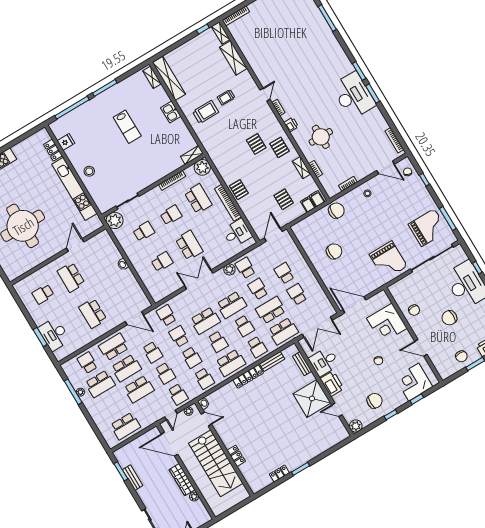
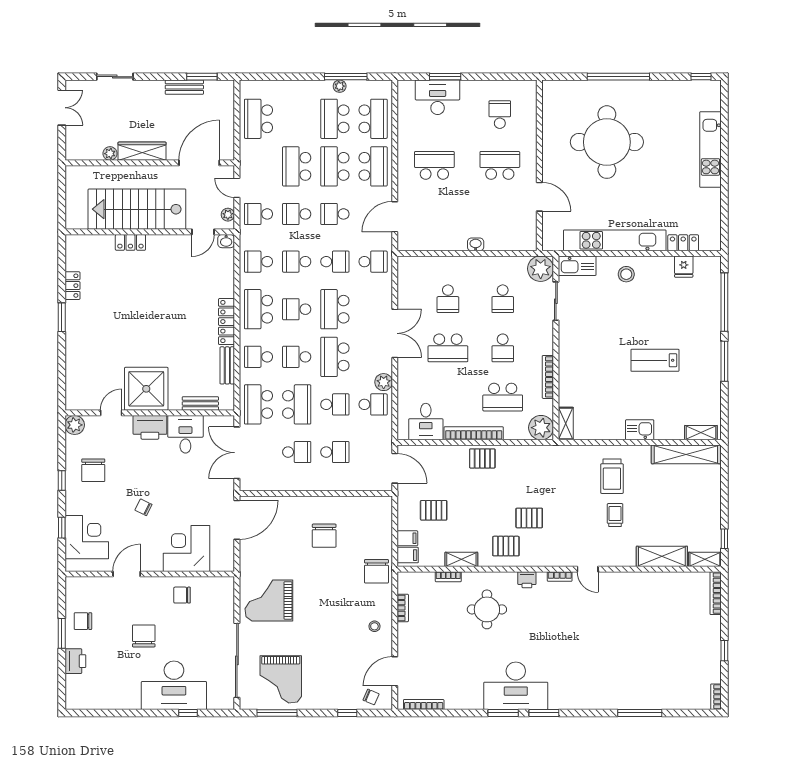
kitchen sink: (101, 201) -> (577, 266), added
school desk: (87, 363) -> (373, 119), width x1.85

